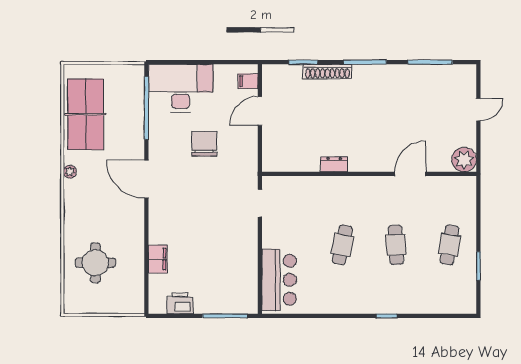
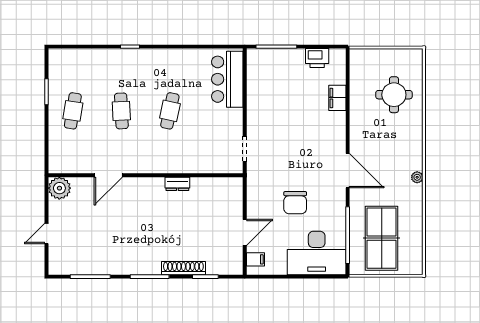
table tennis table: (86, 114) -> (382, 238), moved

